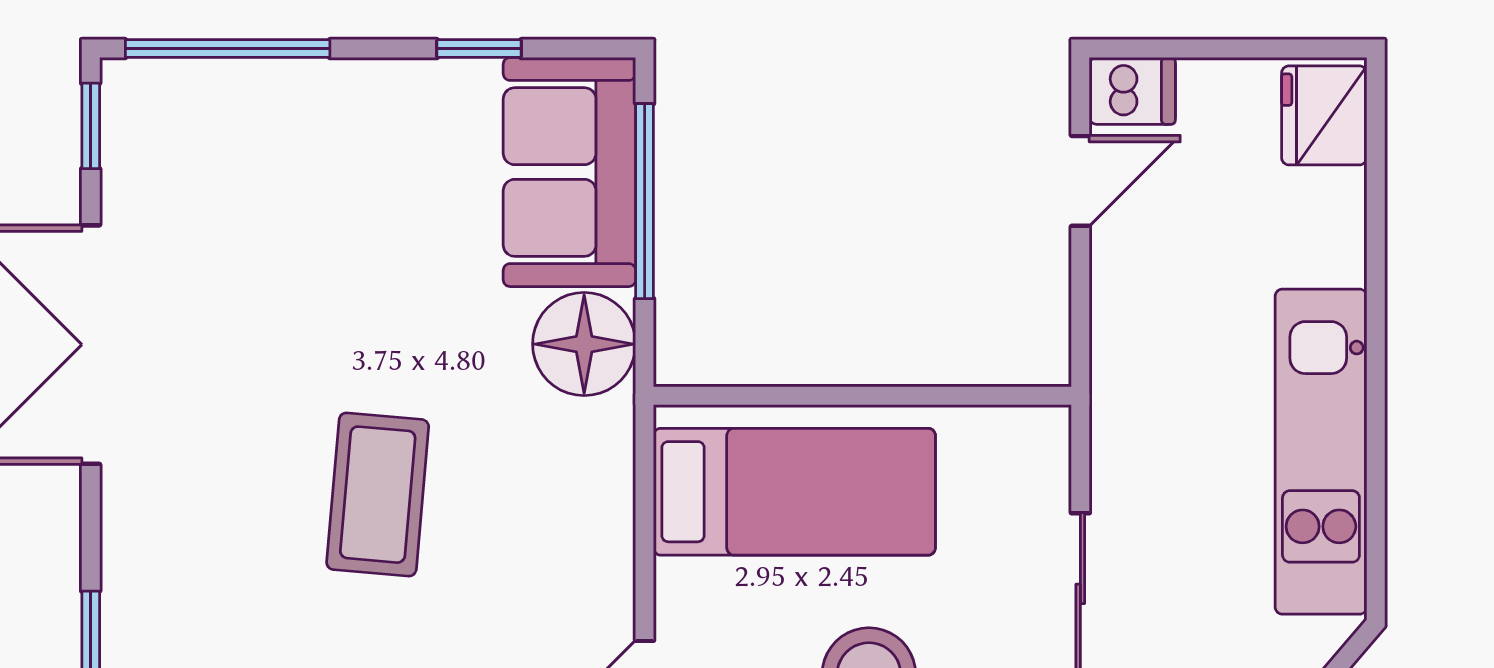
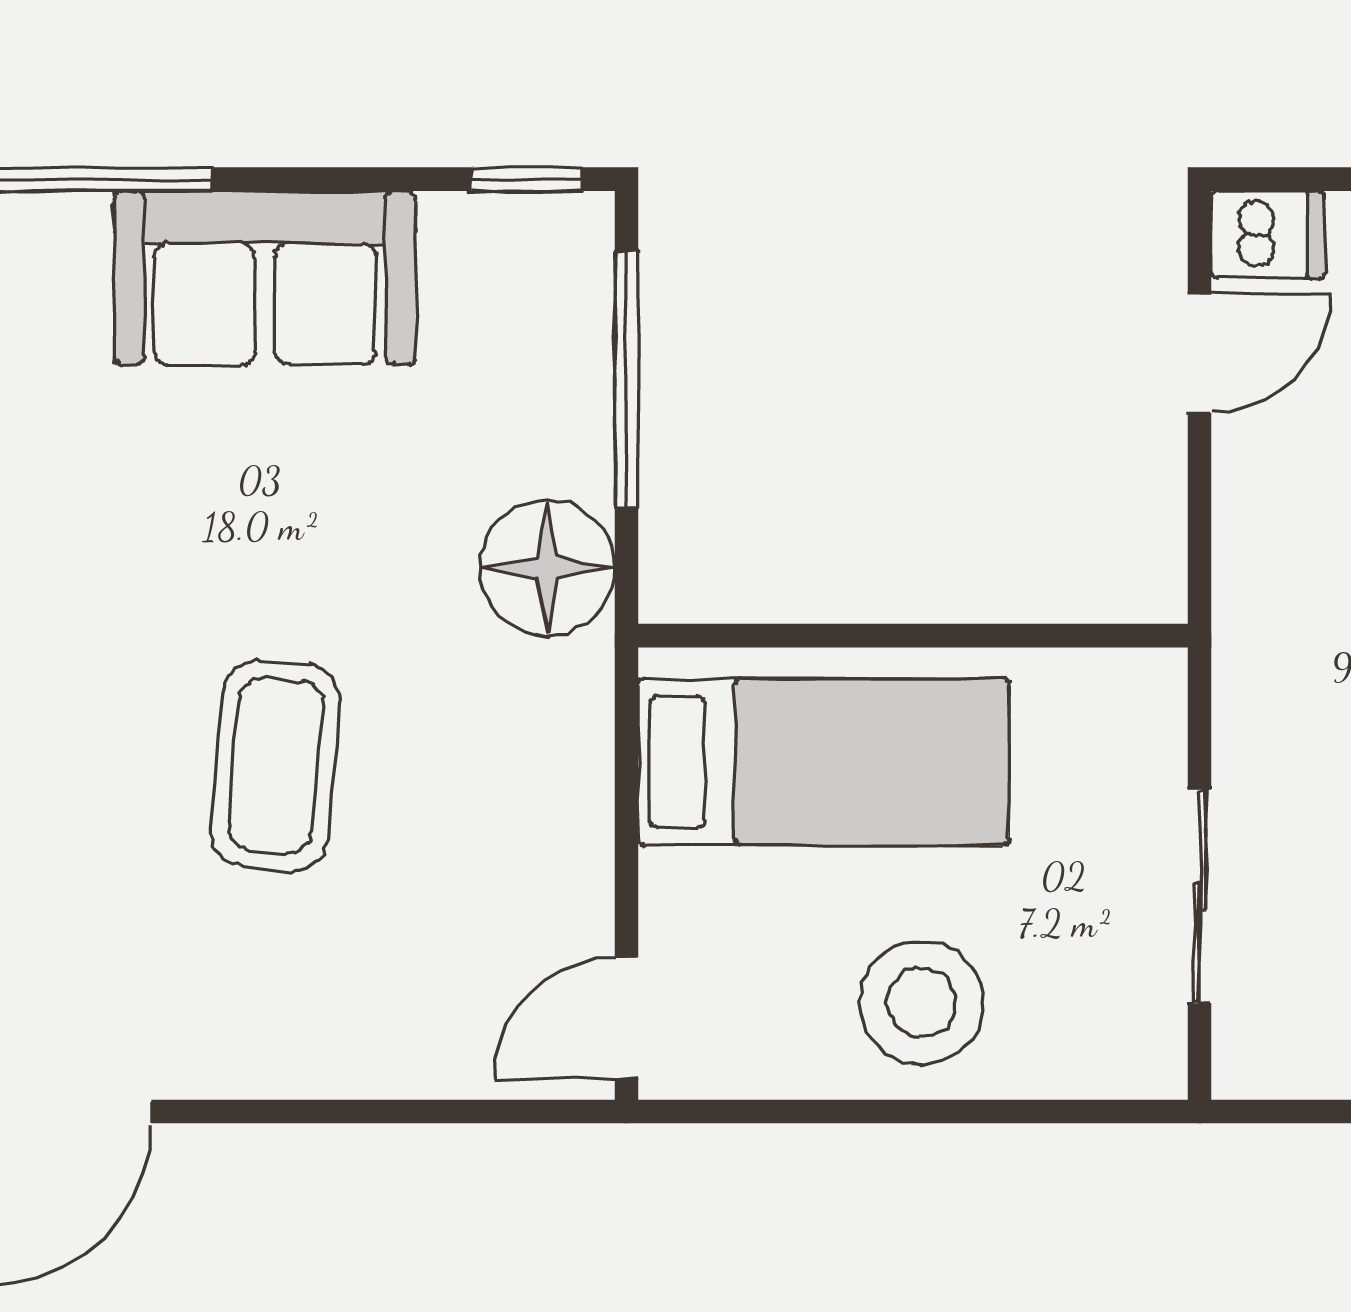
window: (479, 49) -> (527, 179), moved
sofa: (569, 172) -> (265, 278), moved, turned -90

